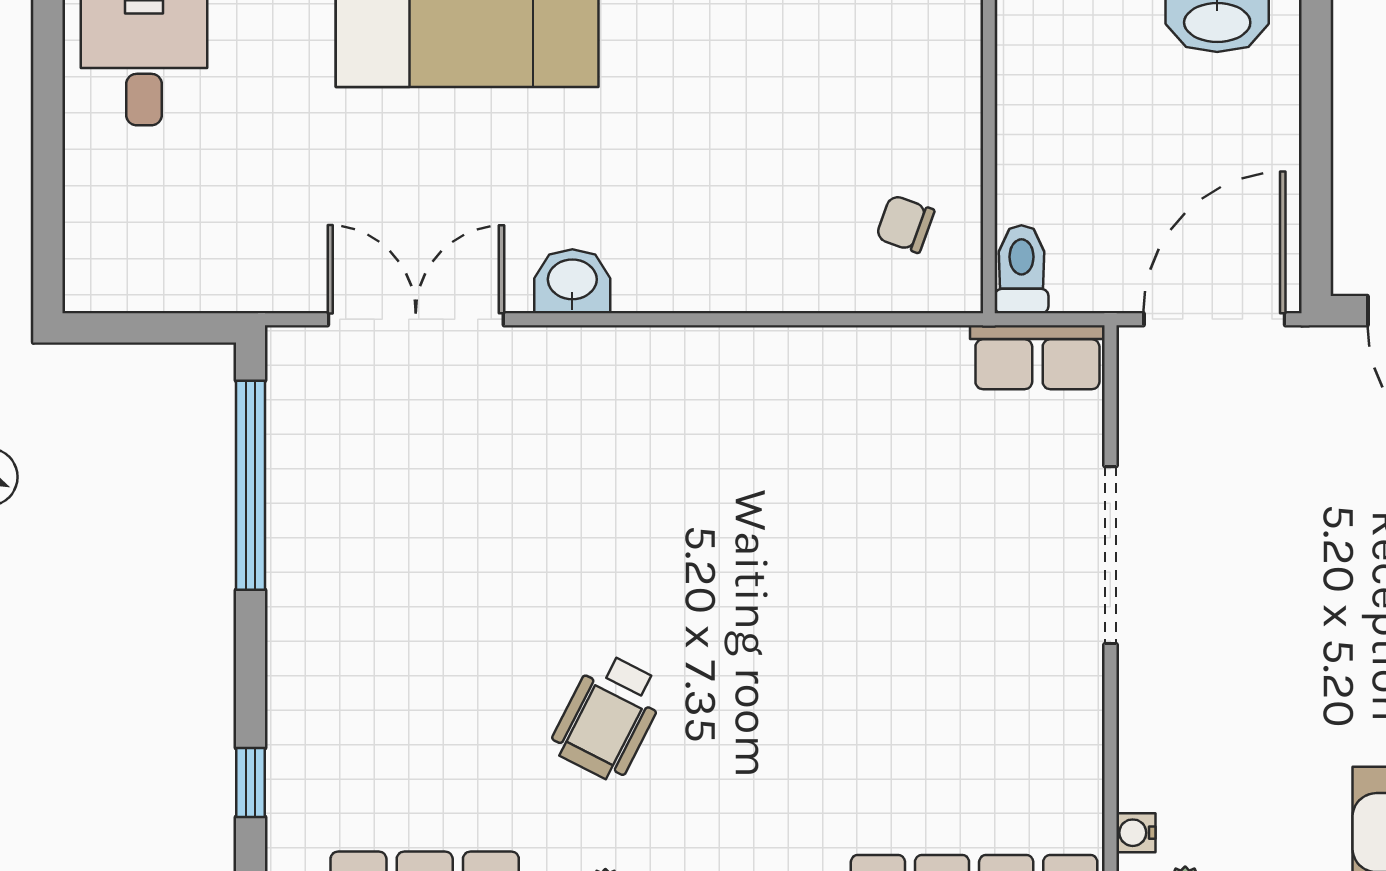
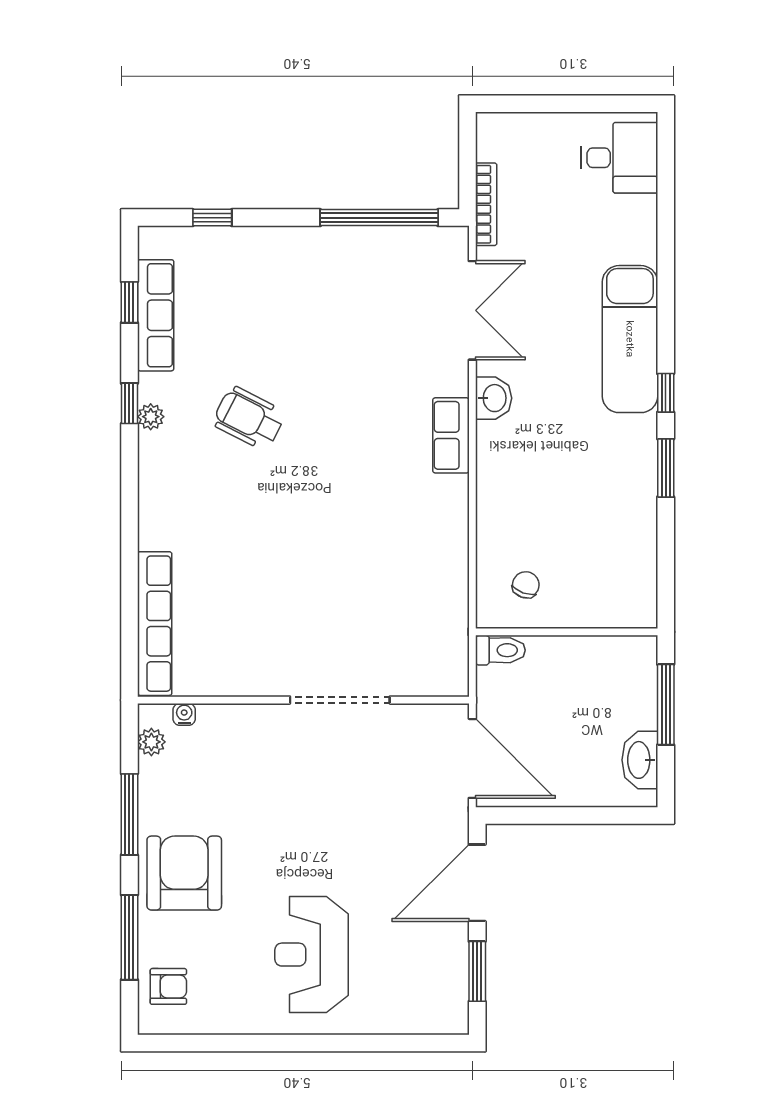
bookcase: (227, 295) -> (486, 204), added
row of seats: (1037, 357) -> (451, 435), moved

